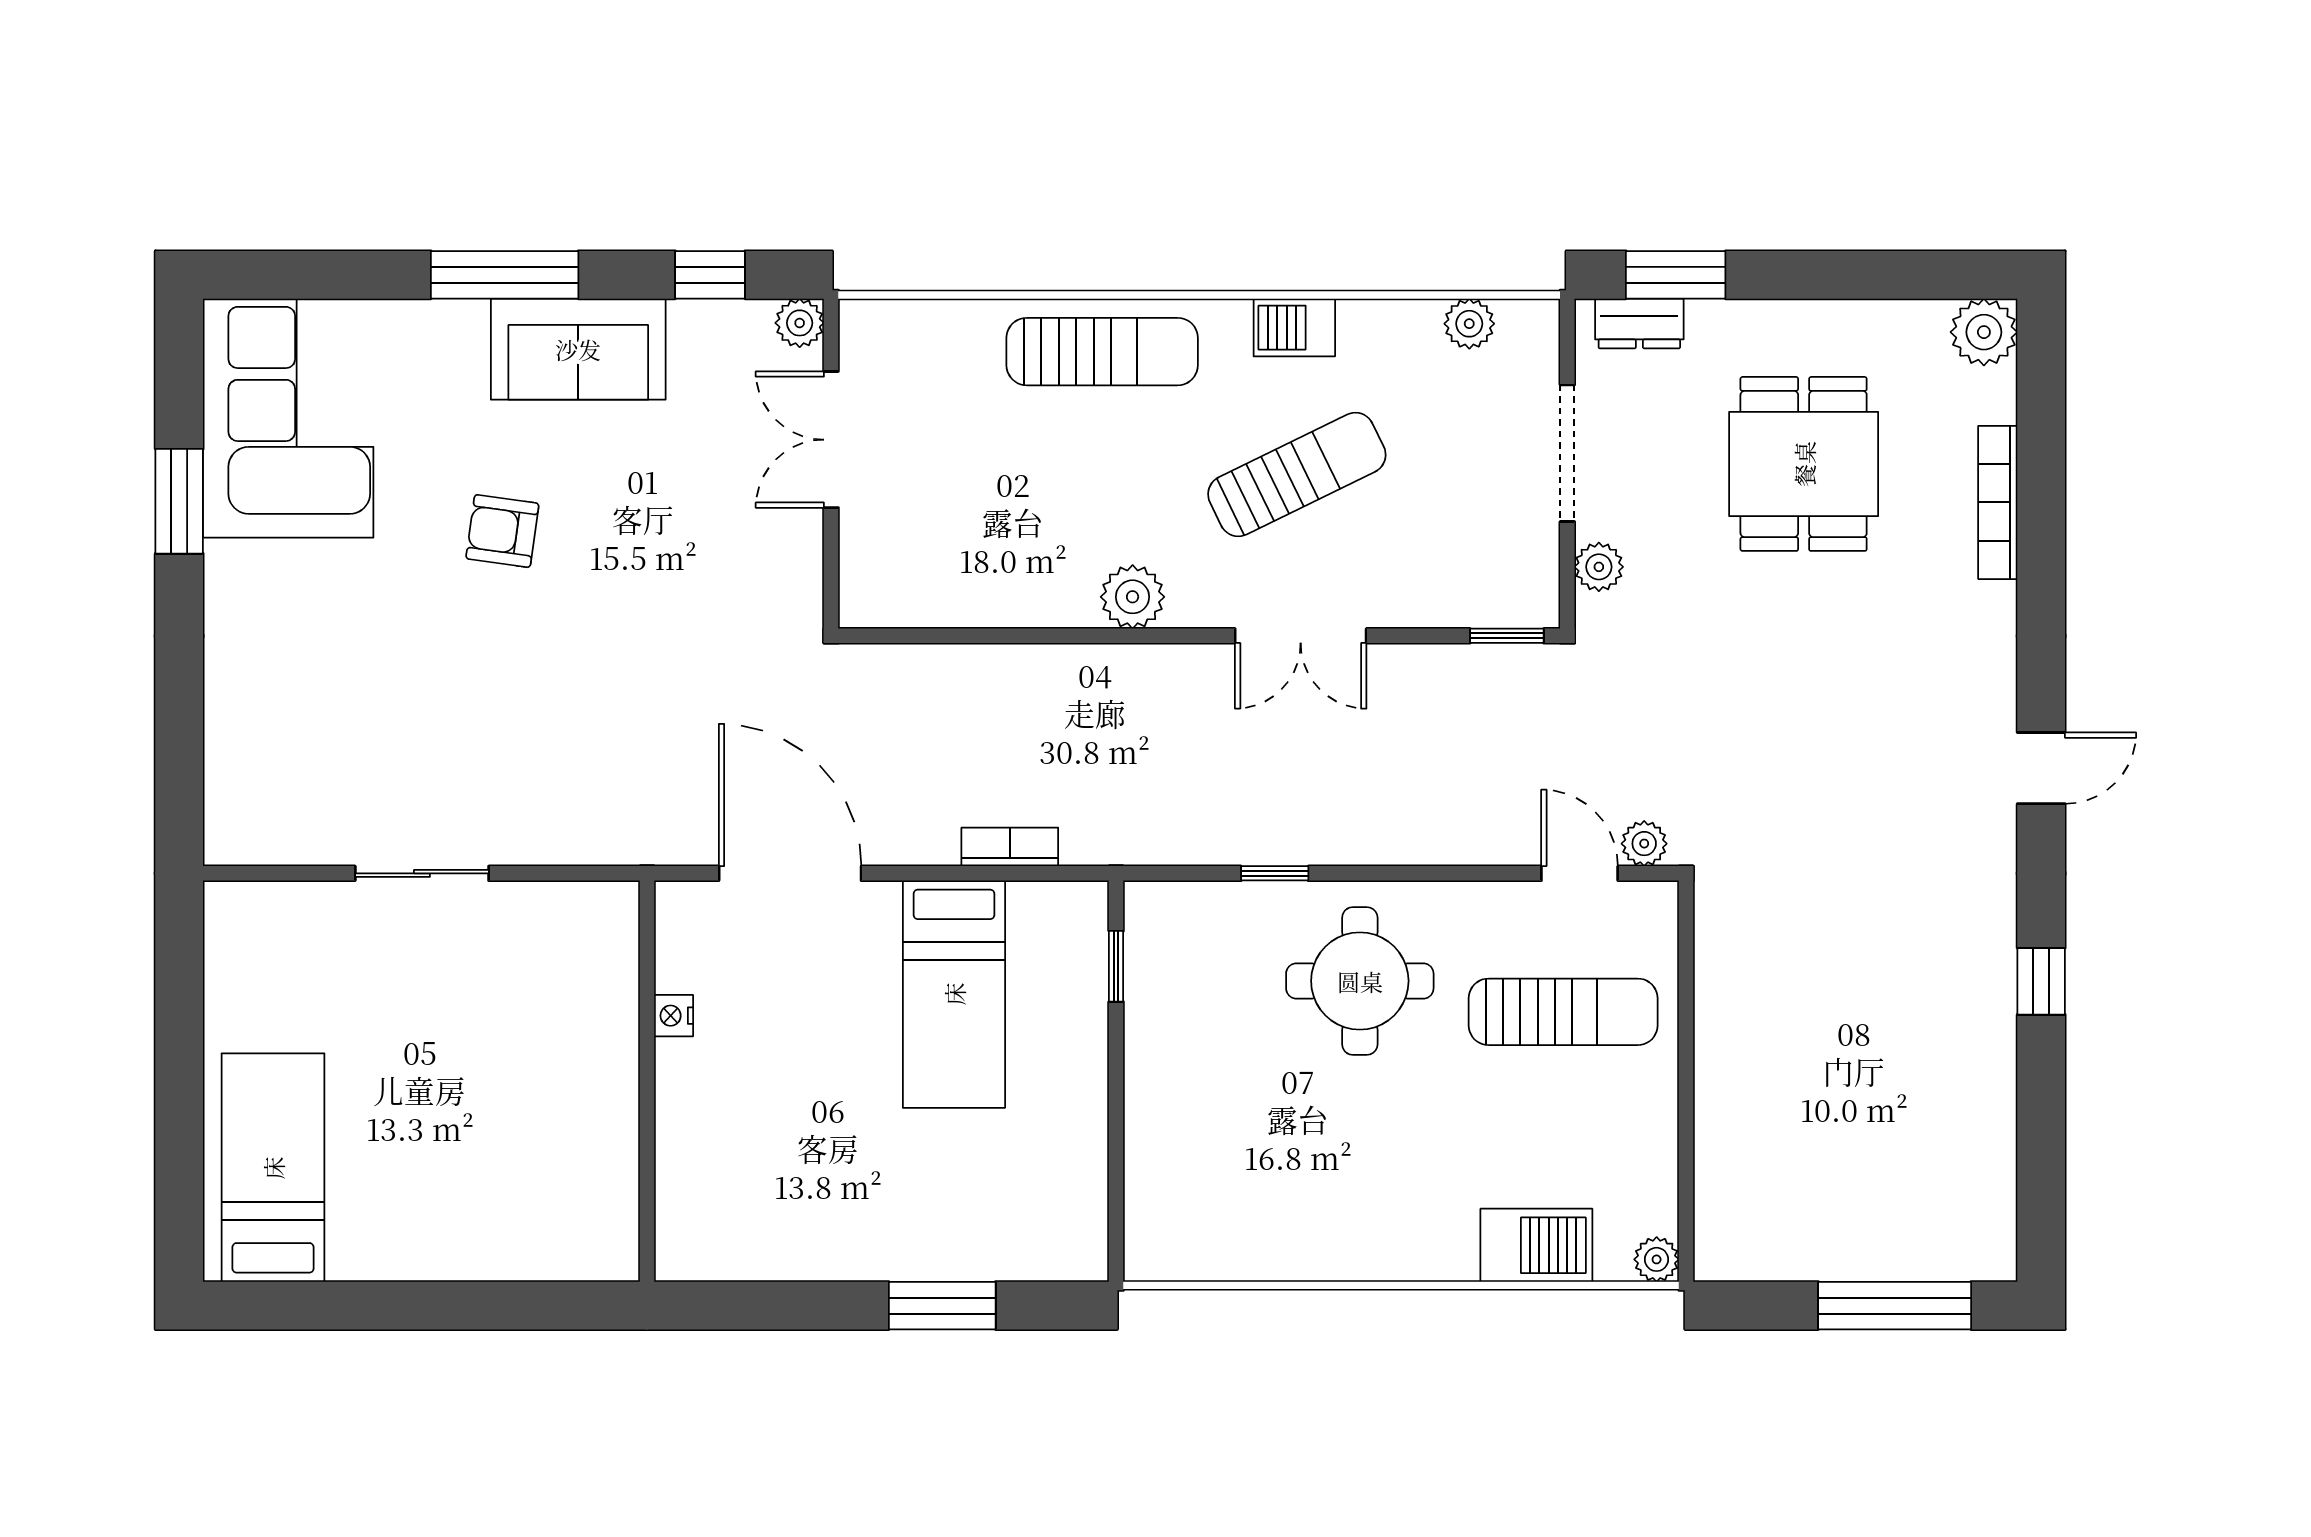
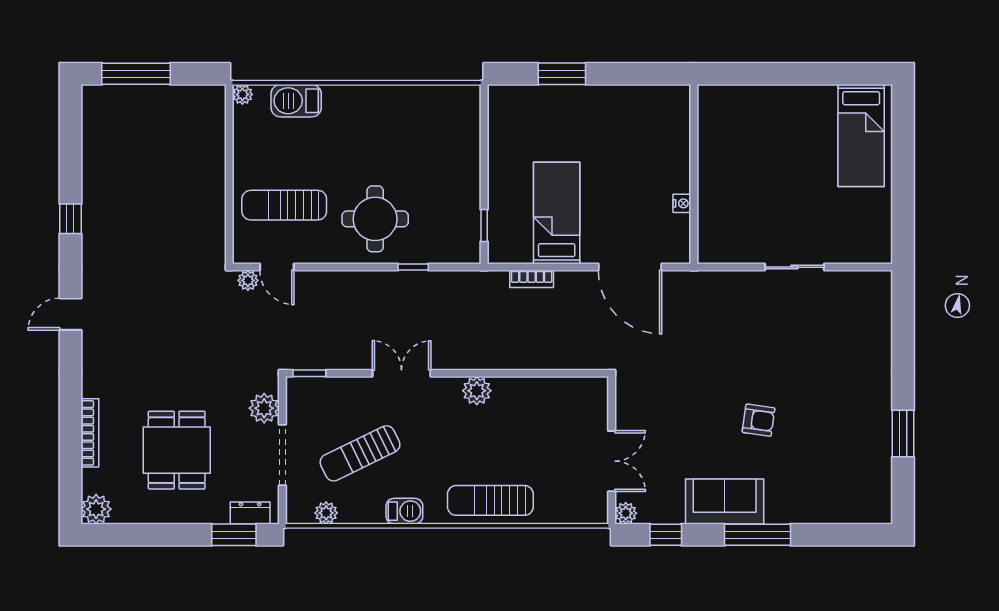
corner sofa: (288, 418) -> (854, 471), removed
sun lounger: (1297, 475) -> (360, 453), moved
plant: (1599, 567) -> (264, 408), width x1.38, depth x1.38

